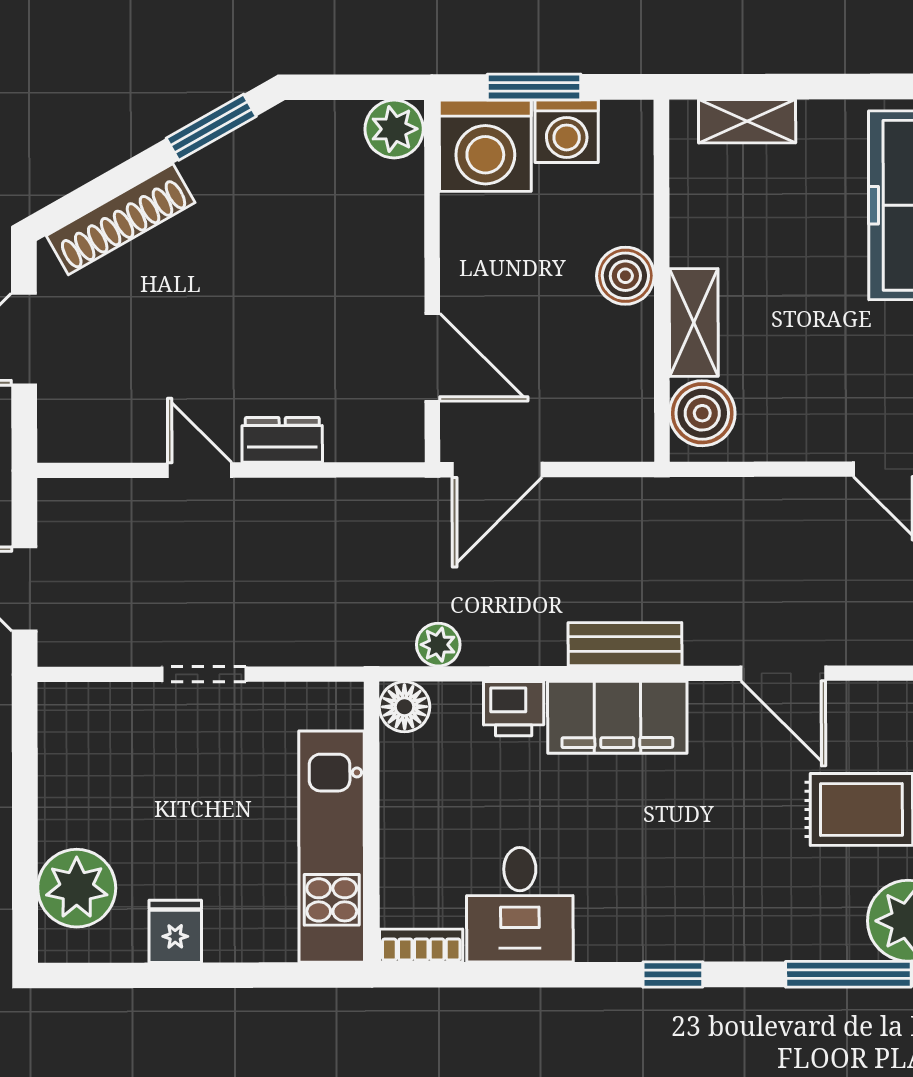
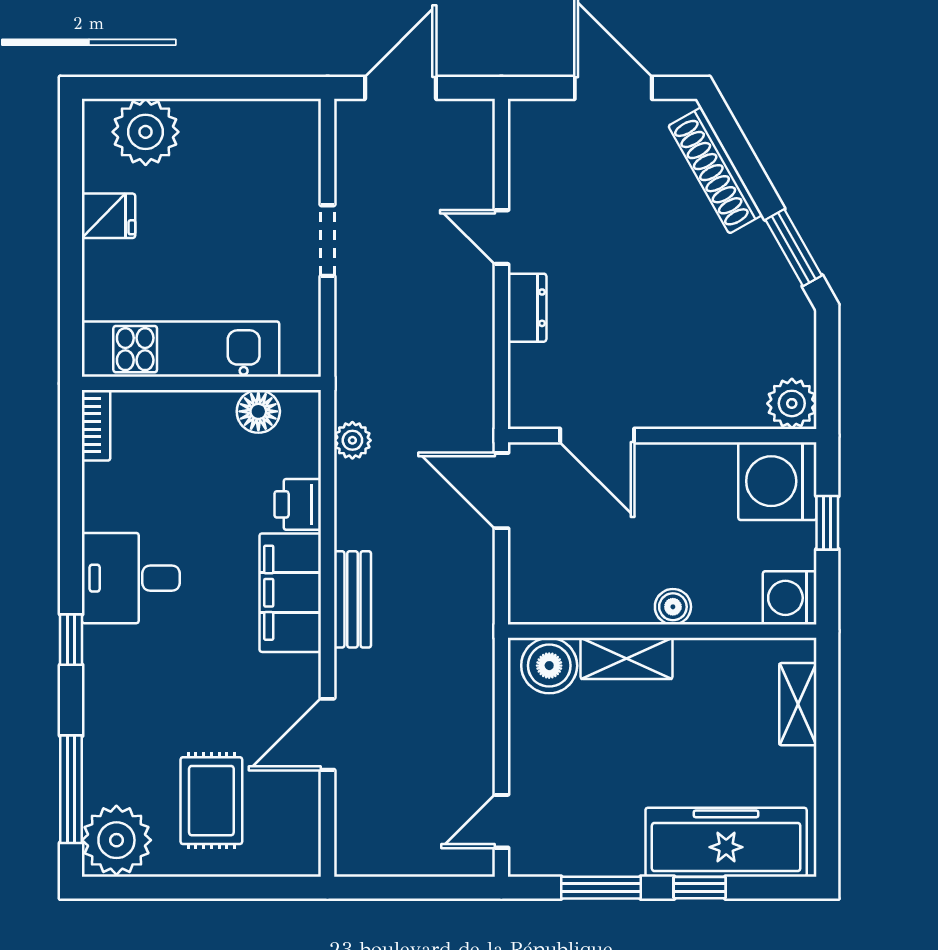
window: (534, 87) -> (827, 523), width x0.67
washing machine: (567, 131) -> (790, 598), moved
boiler: (625, 276) -> (673, 607), width x0.73, depth x0.73
door: (432, 357) -> (597, 436), hinge flipped
door: (200, 470) -> (501, 237), swing flipped
floor lamp: (404, 707) -> (258, 411), moved
desk: (520, 905) -> (131, 578), moved

